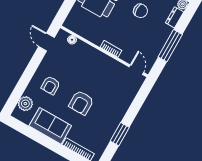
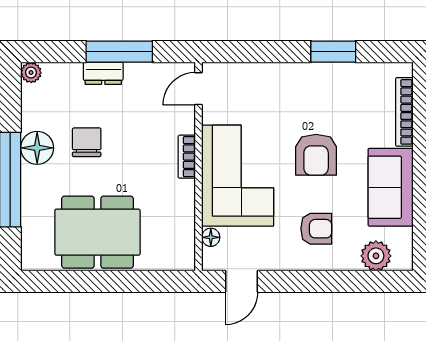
dresser: (175, 17) -> (103, 73), moved
corner sofa: (91, 65) -> (238, 176), added
armchair: (81, 103) -> (316, 155), turned 90

